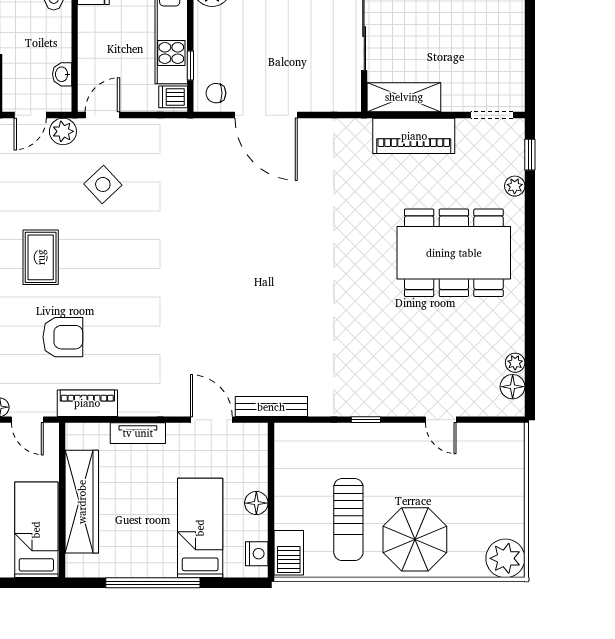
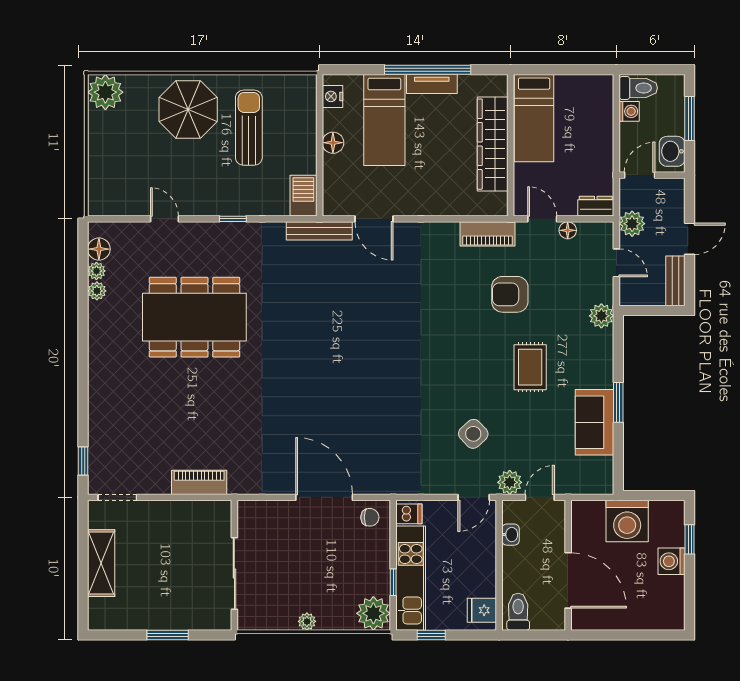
window: (190, 65) -> (393, 582), moved
shelving: (404, 97) -> (101, 563), moved, turned 90
piano: (414, 136) -> (199, 482), width x0.73, depth x0.75
plant: (515, 186) -> (97, 291), moved
dining table: (454, 253) -> (194, 317), moved
tv unit: (138, 433) -> (432, 84), moved, turned 180
barbecue: (289, 553) -> (303, 196), moved

